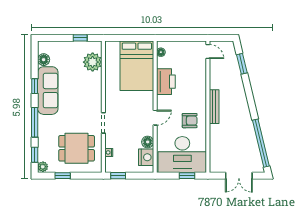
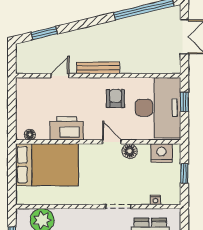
door: (208, 52) -> (60, 76), moved
floor lamp: (148, 142) -> (130, 151), moved
window: (118, 176) -> (184, 173), moved

